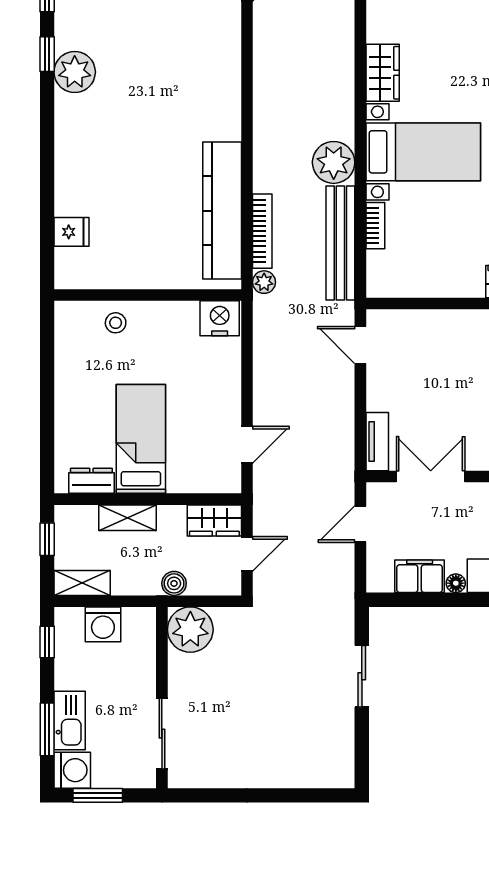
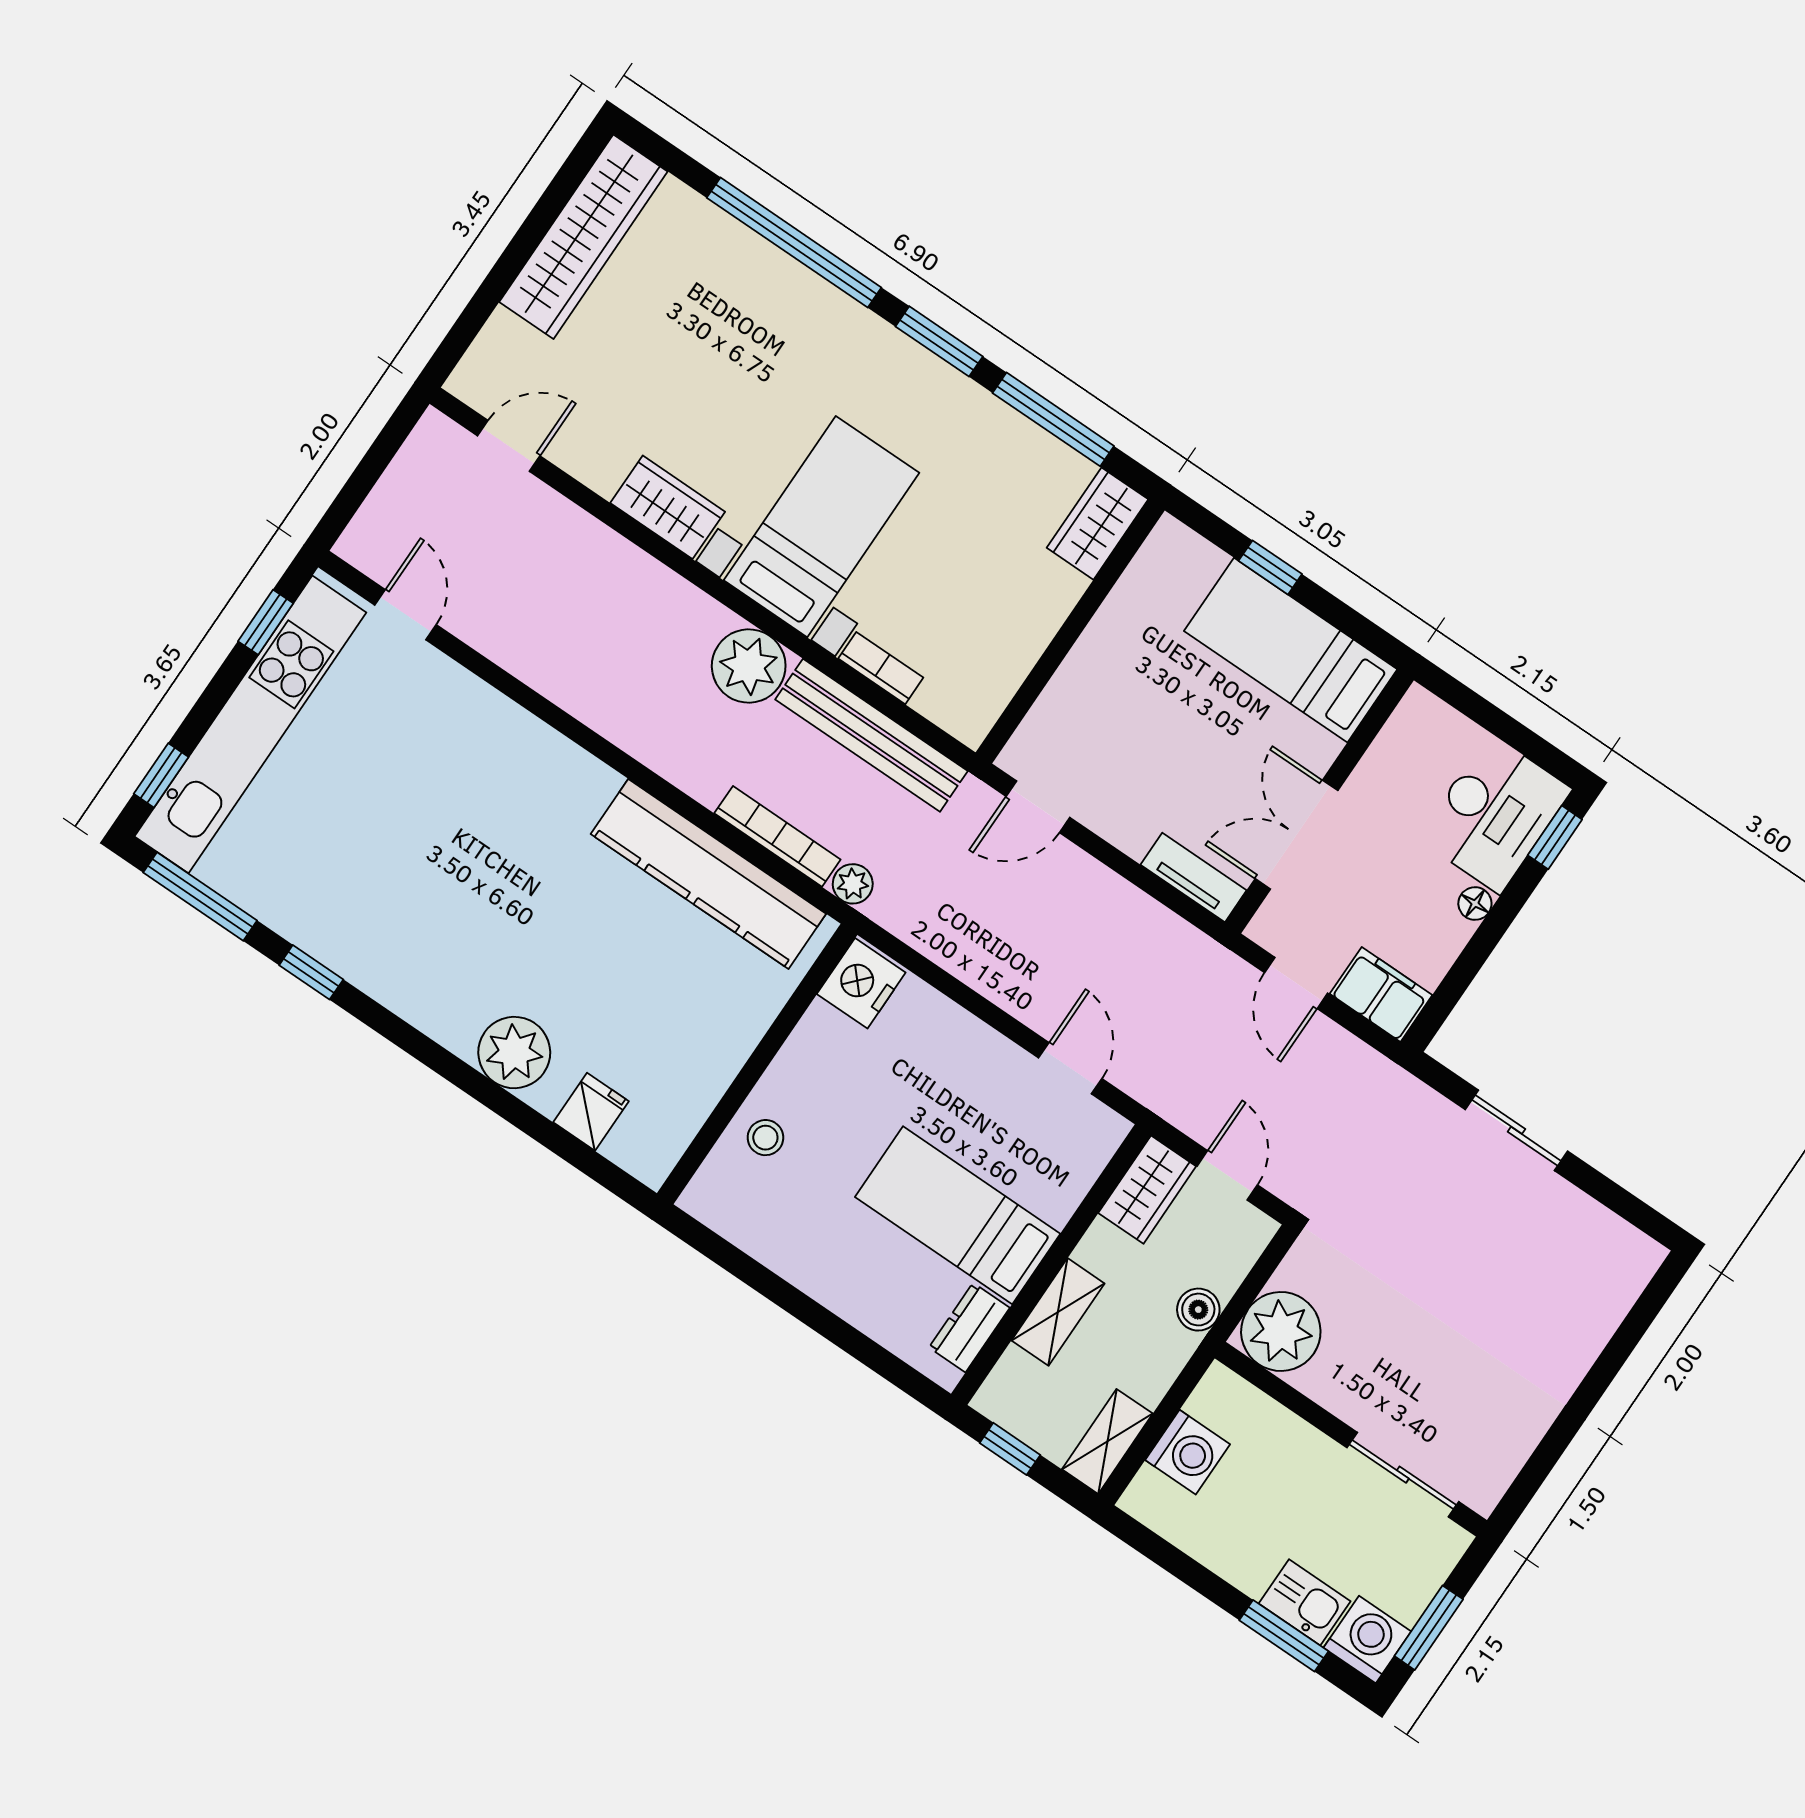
plant: (75, 72) -> (514, 1053), moved
filing cabinet: (420, 576) -> (1381, 994), moved, turned 90
window: (47, 642) -> (1158, 1550), removed
kitchen sink: (70, 720) -> (1305, 1602), width x0.73

